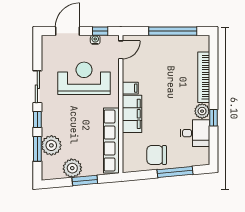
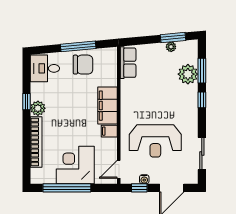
corner desk: (165, 54) -> (75, 165), added
sliding door: (37, 87) -> (202, 153), moved
desk: (195, 133) -> (45, 68), moved
row of seats: (111, 140) -> (128, 63), width x0.50
plant: (72, 168) -> (171, 47), width x0.53, depth x0.53
window: (175, 172) -> (78, 46), moved
window: (85, 180) -> (173, 38), moved

